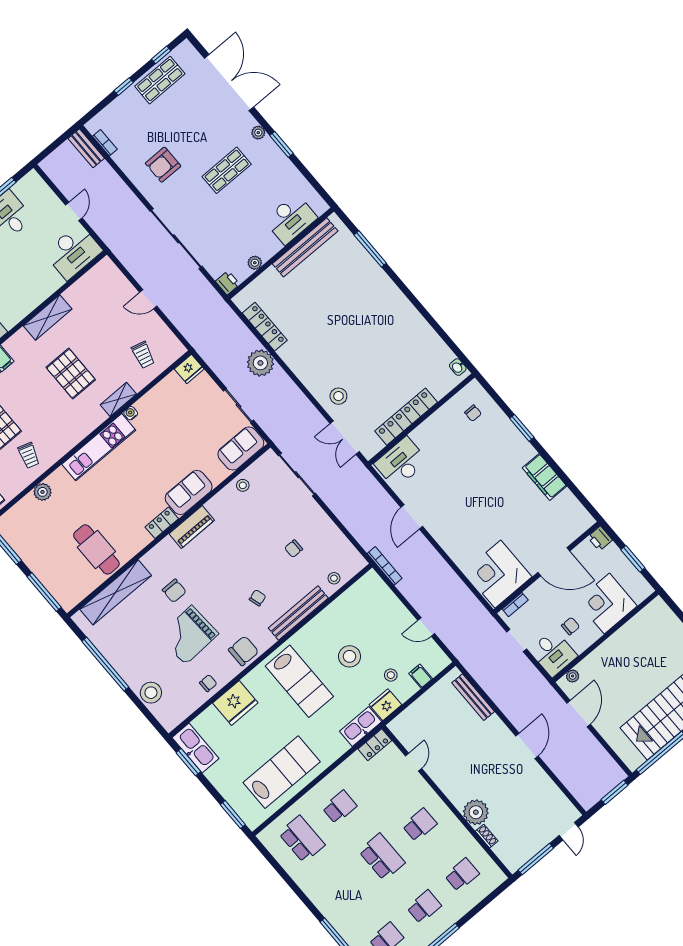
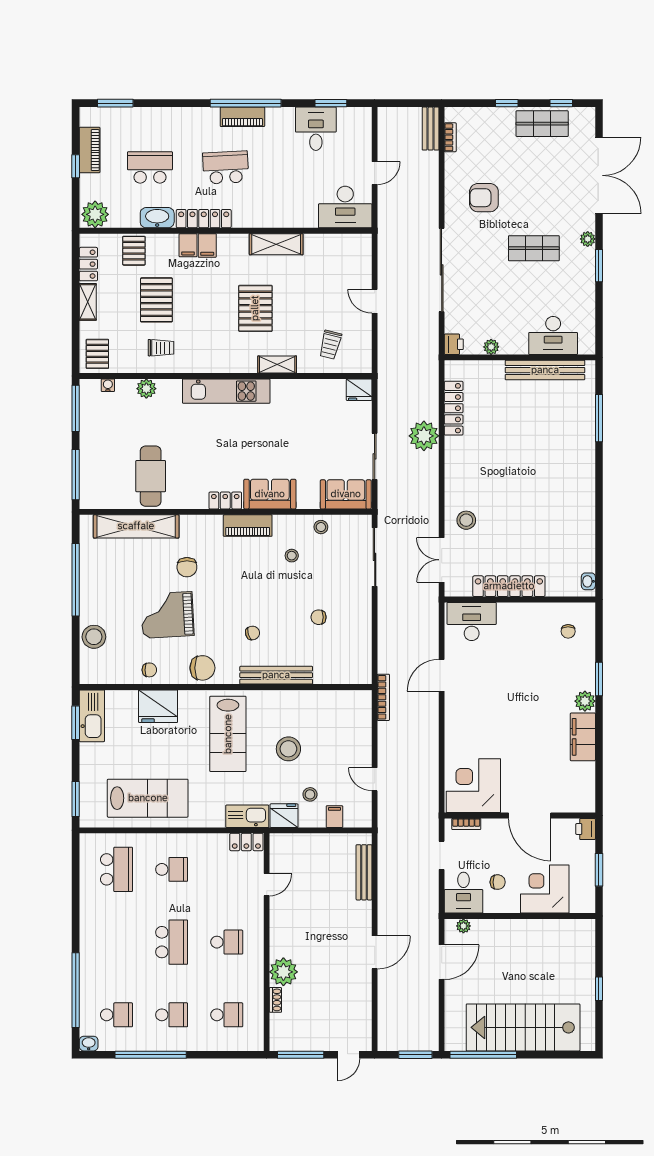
water cooler: (131, 413) -> (108, 385), moved
plant: (525, 451) -> (585, 701), added
trolley: (29, 455) -> (161, 348), turned -108
stool: (334, 578) -> (292, 556), moved

